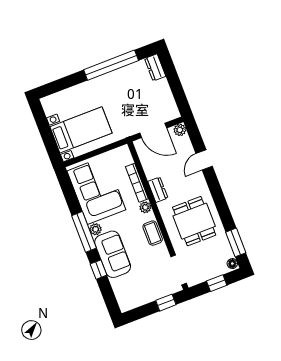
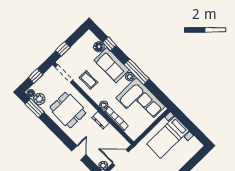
coffee table: (153, 233) -> (88, 80), moved
plant: (225, 251) -> (39, 99), added
window: (99, 270) -> (109, 44), moved
floor lamp: (119, 285) -> (99, 47), added

